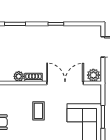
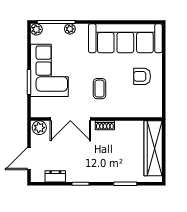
dresser: (79, 31) -> (55, 176), added
plant: (19, 76) -> (121, 126), removed

